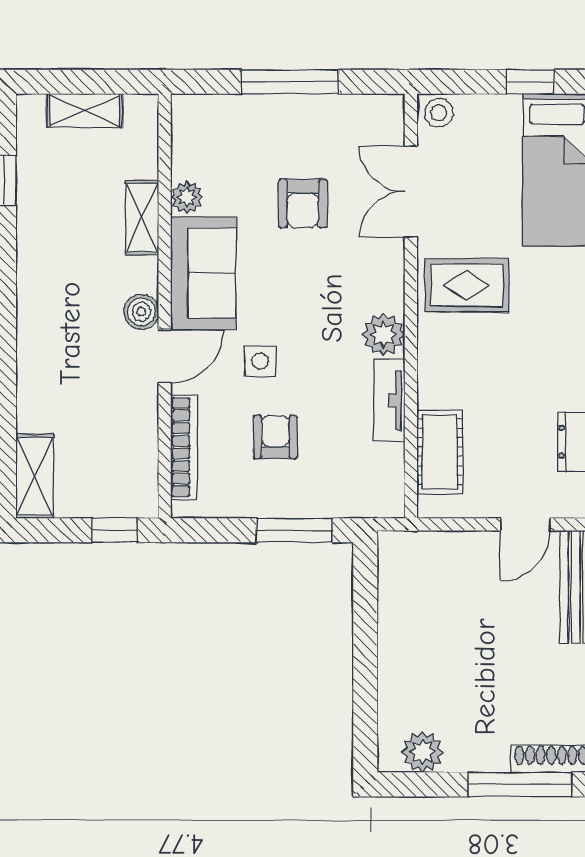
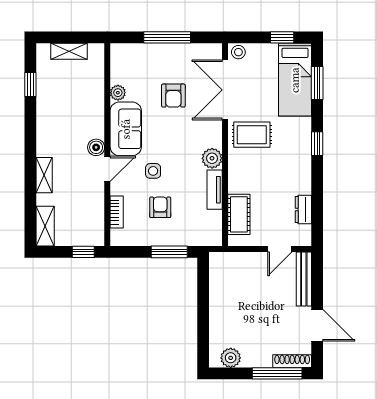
double door: (411, 192) -> (225, 90), width x1.37
shelving: (142, 218) -> (44, 175), moved
bookcase: (184, 447) -> (117, 212), width x0.64

